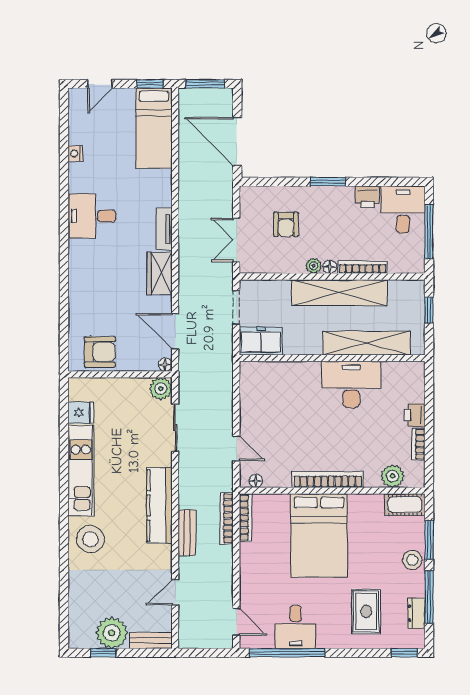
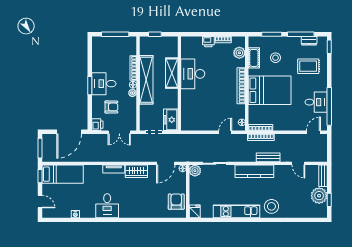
printer: (367, 197) -> (97, 125), moved
desk: (403, 209) -> (104, 84), moved
shelving: (366, 343) -> (172, 73), width x0.68
fridge: (81, 413) -> (195, 211), moved
cot: (405, 505) -> (254, 58), moved
stool: (412, 560) -> (276, 58), moved

